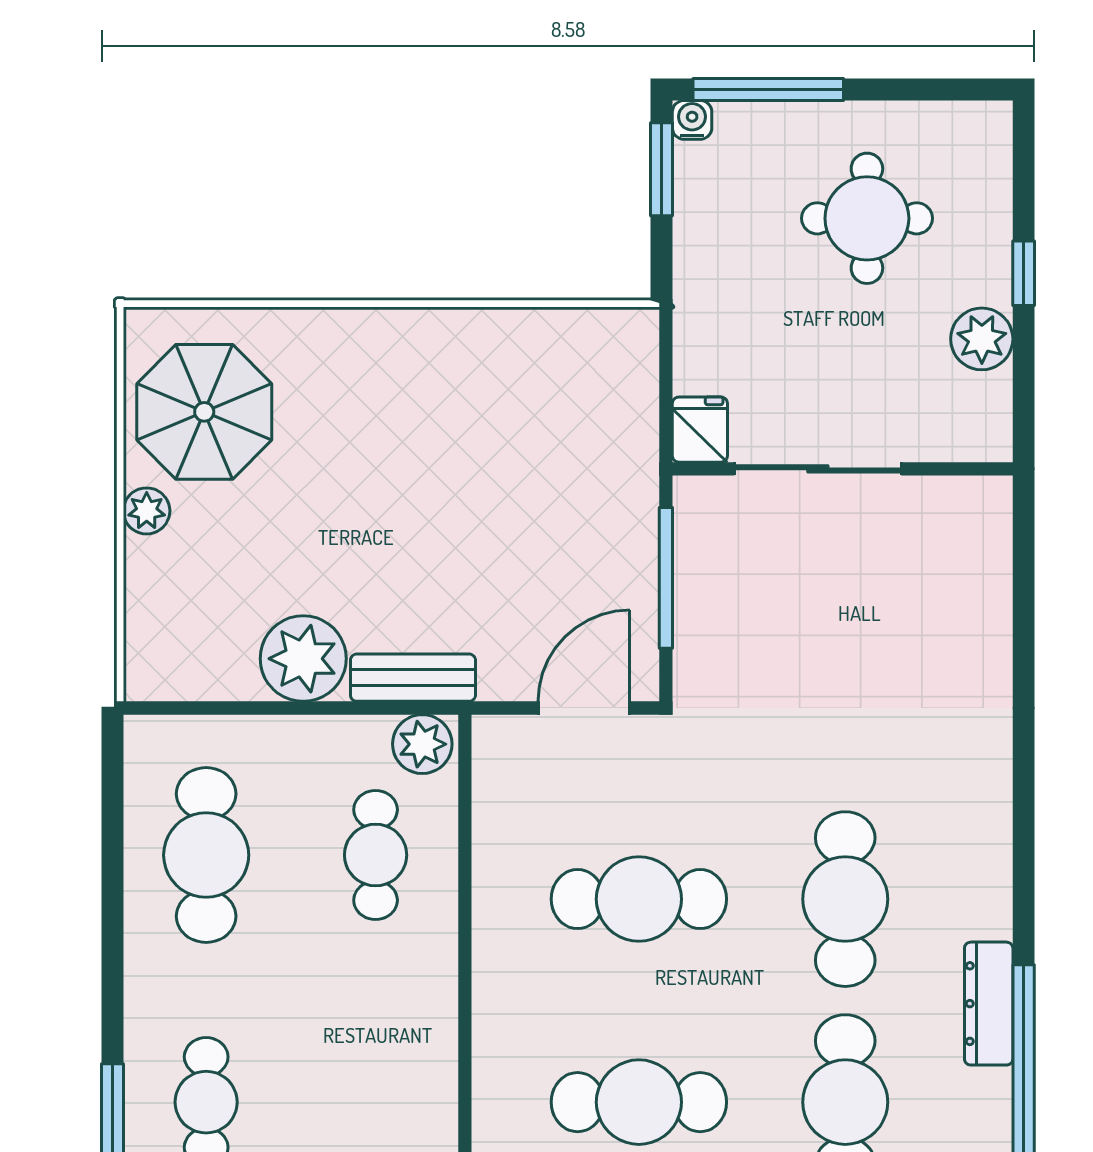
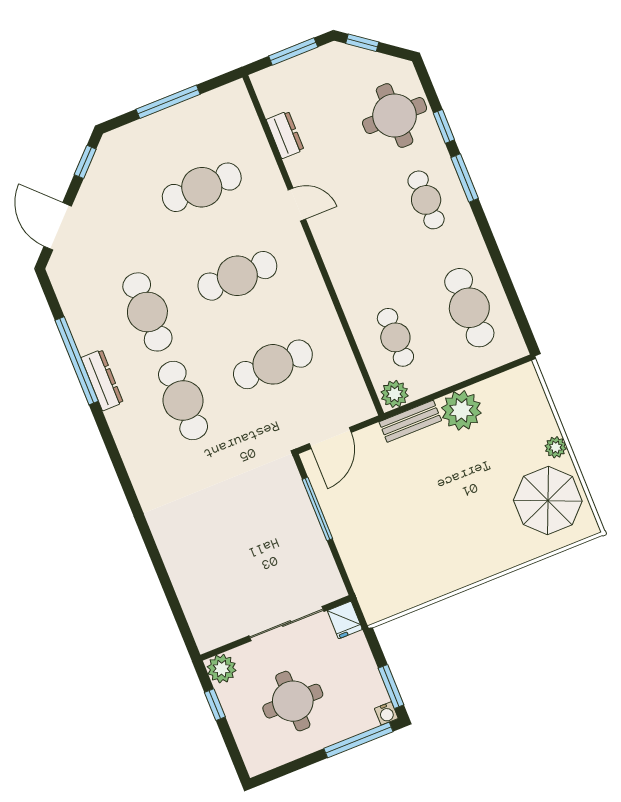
fridge: (700, 430) -> (345, 620), moved
sliding door: (818, 469) -> (287, 624), moved
wall: (843, 469) -> (276, 628), moved

